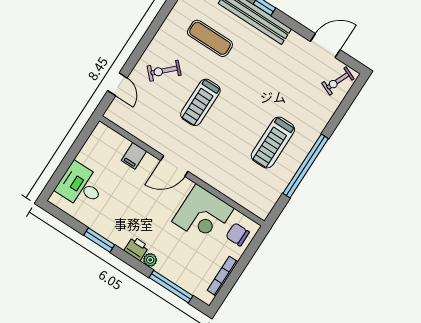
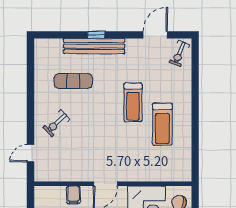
door: (117, 84) -> (30, 153), swing flipped
treadmill: (200, 102) -> (133, 102), moved
window: (306, 166) -> (195, 126), removed

